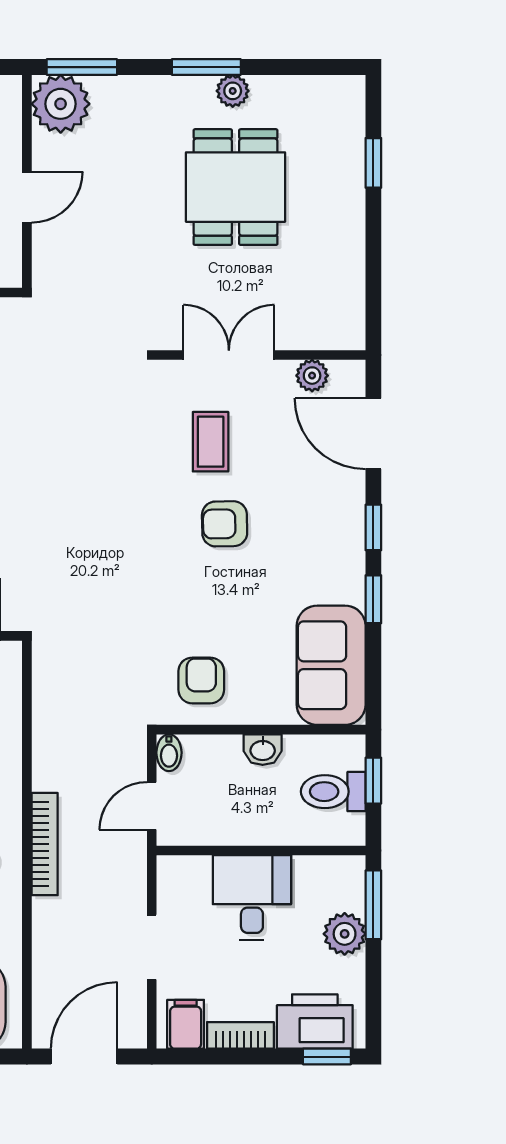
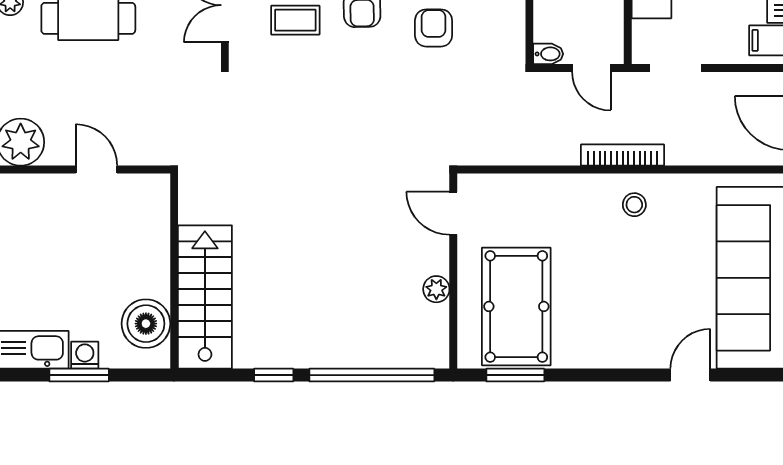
armchair: (201, 680) -> (434, 28), moved, turned 90
doorway: (152, 947) -> (676, 68), moved

